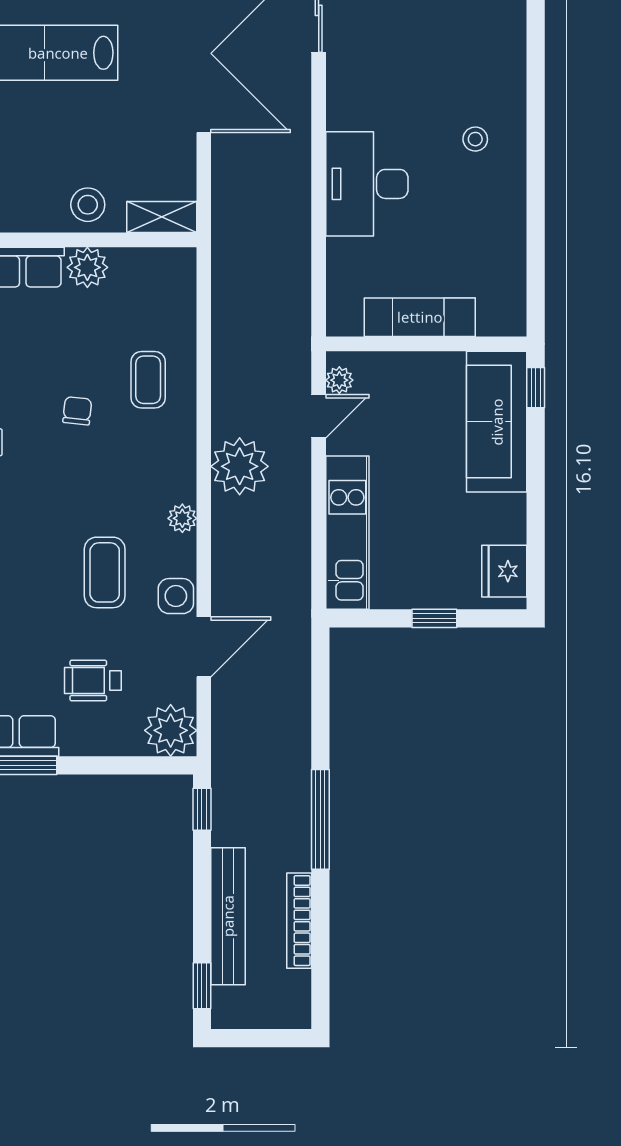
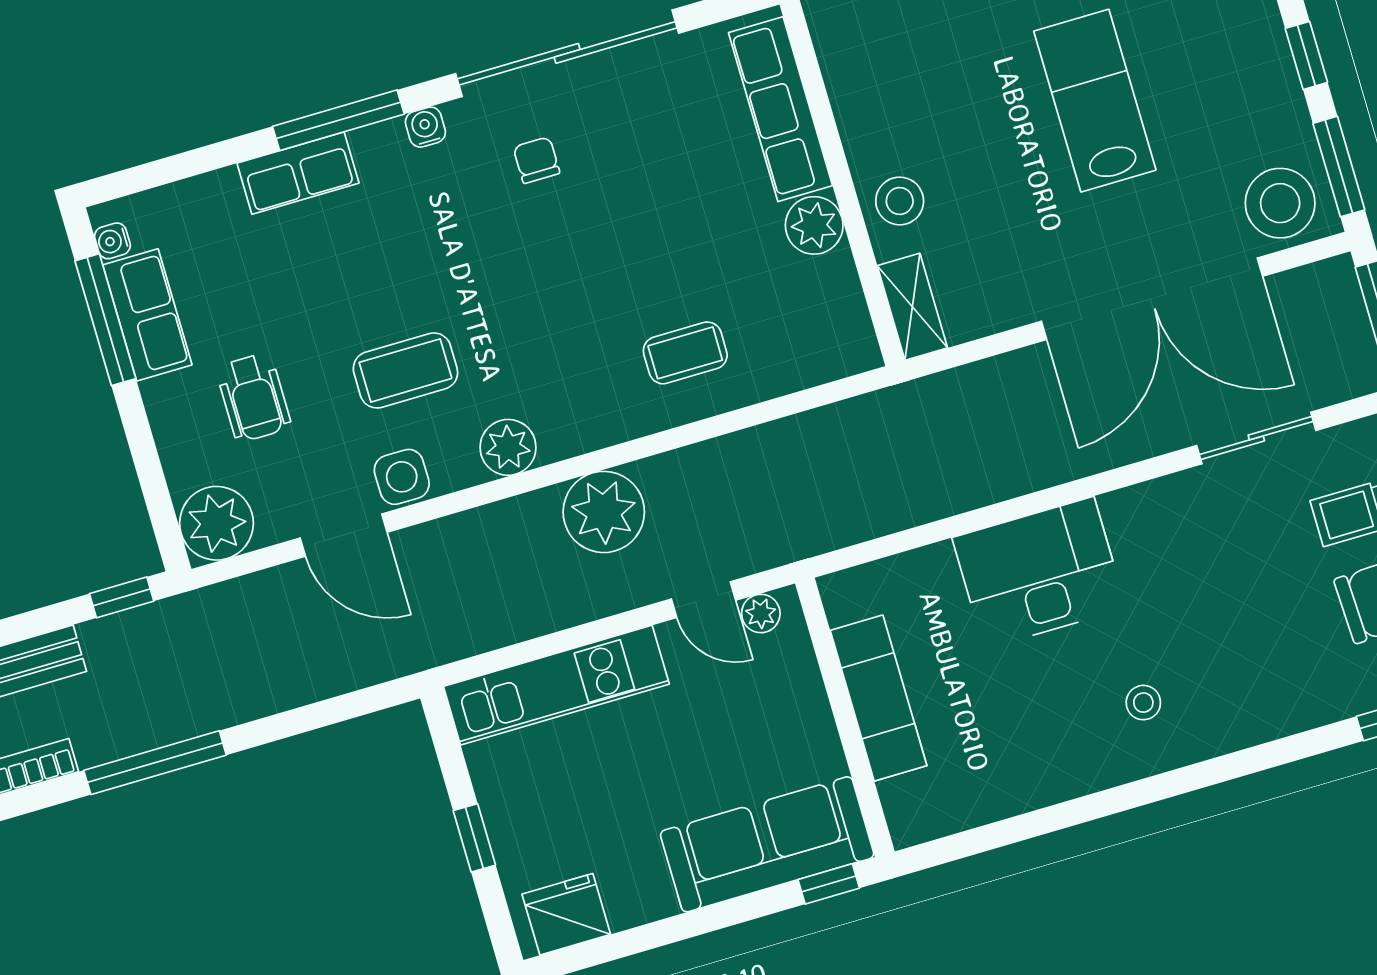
chair: (77, 411) -> (615, 269), removed
plant: (182, 518) -> (508, 447), width x1.38, depth x1.38
wheelchair: (93, 681) -> (254, 397), turned 180

